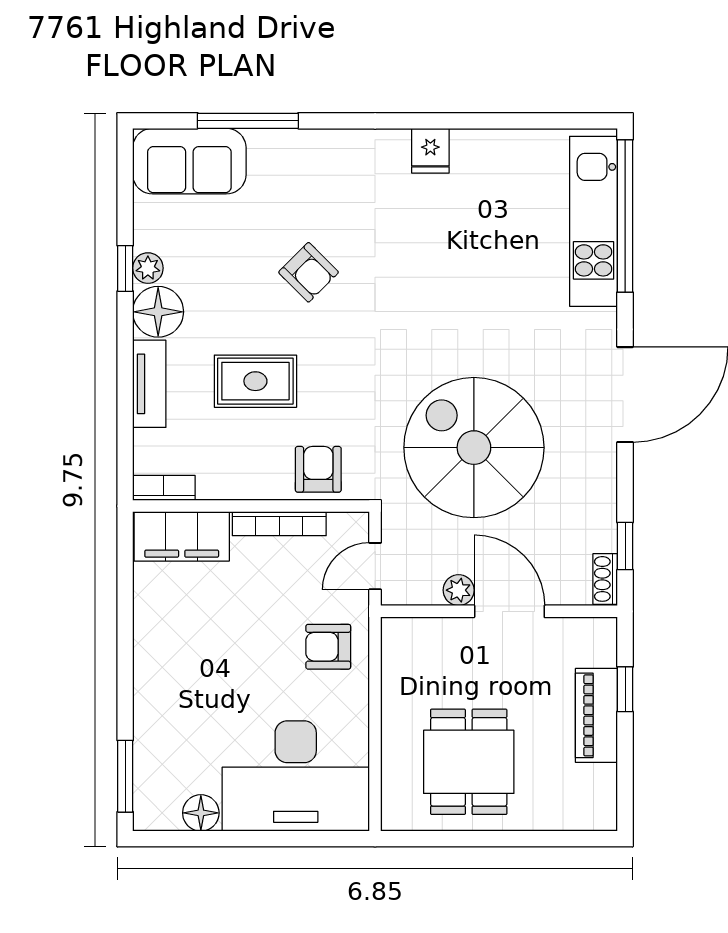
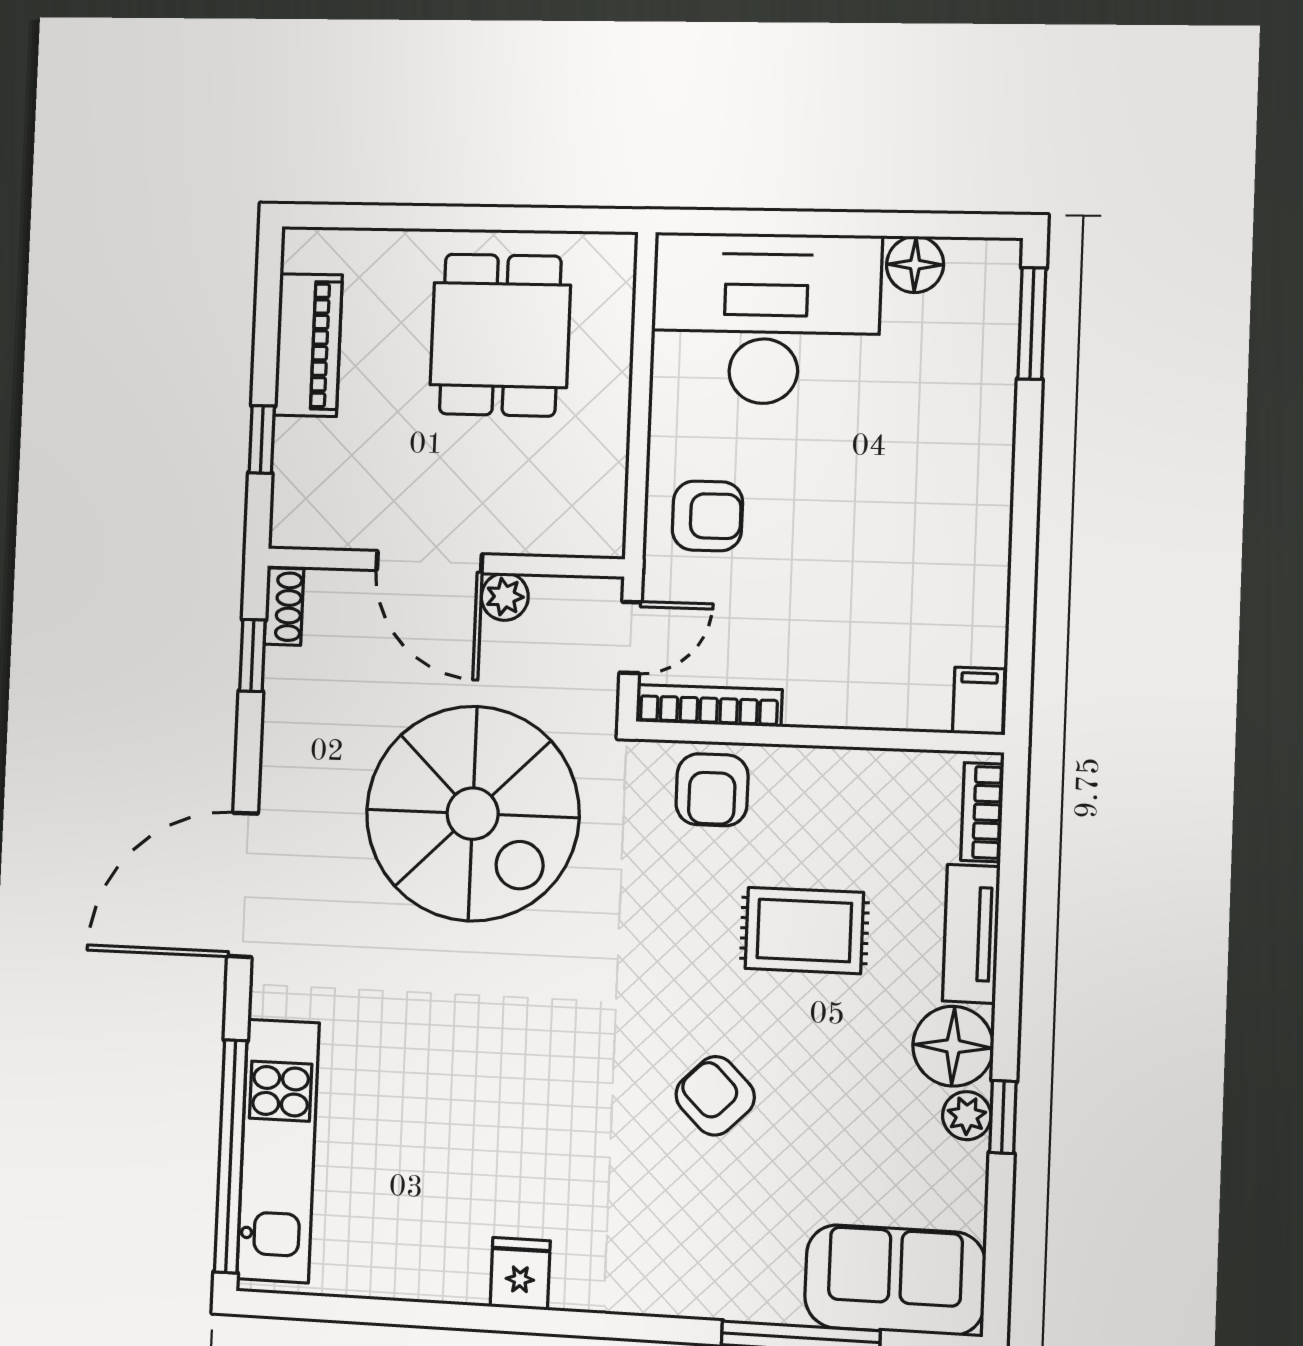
bookcase: (164, 488) -> (982, 812), moved, turned 90
bookcase: (279, 524) -> (709, 706), moved
filing cabinet: (182, 536) -> (979, 701), width x0.33, depth x0.86
piano: (596, 715) -> (308, 345), moved

